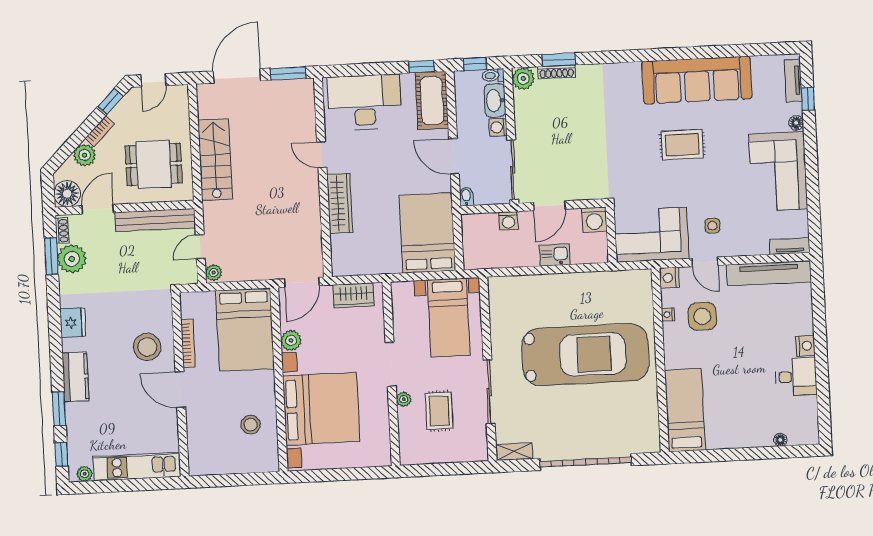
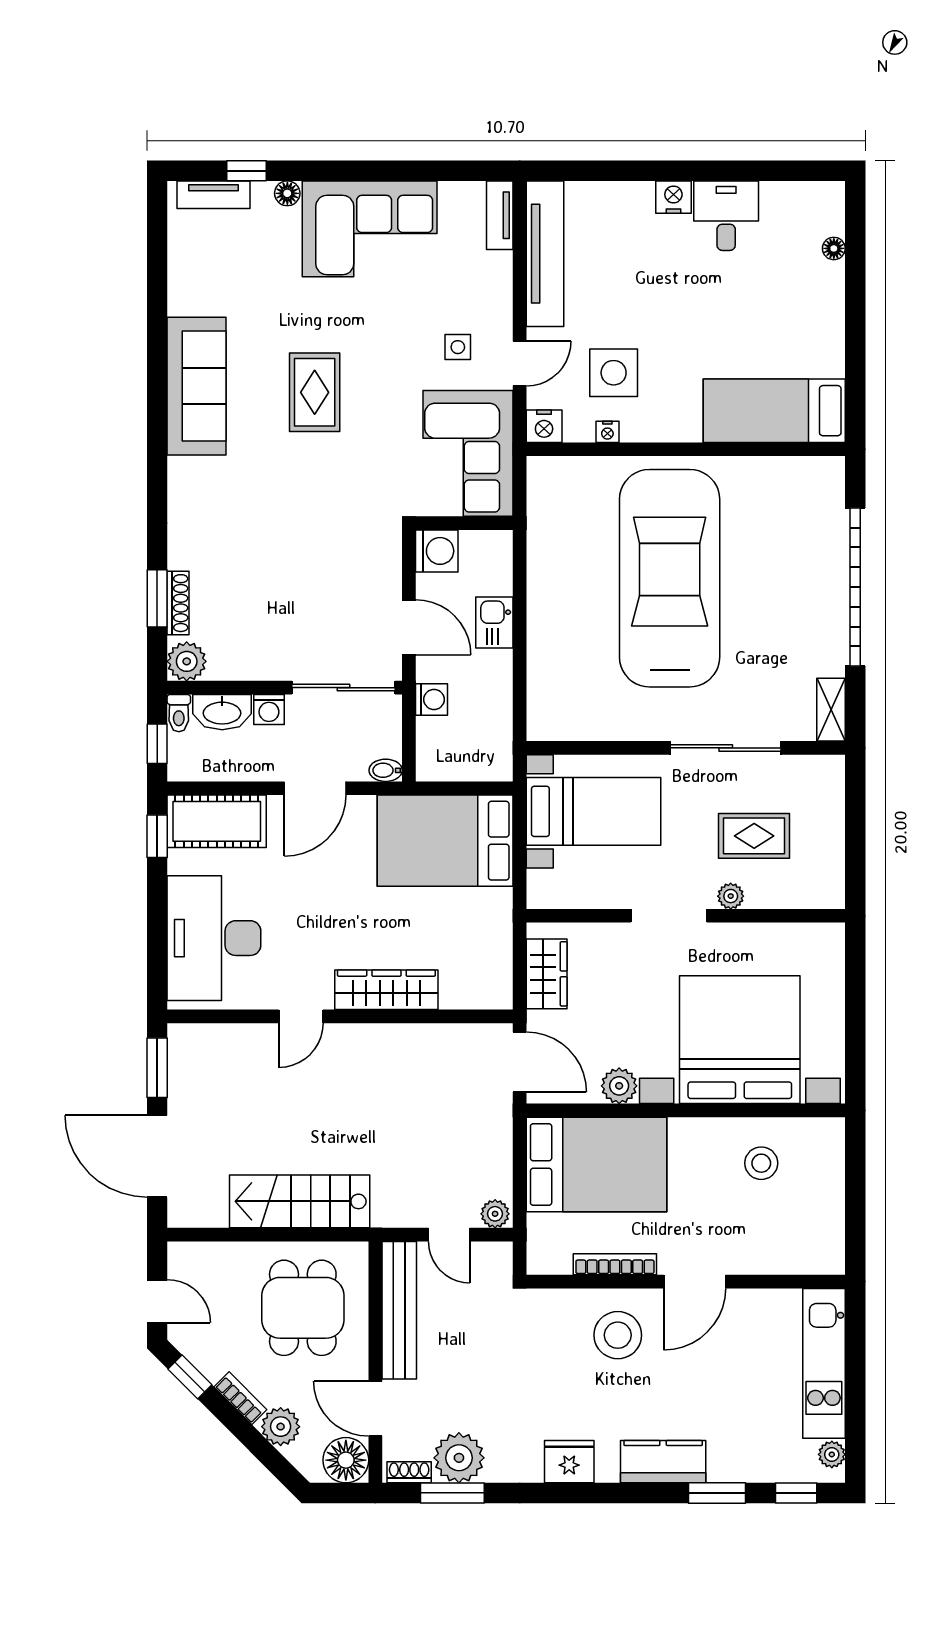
sofa: (697, 80) -> (197, 386), width x0.74, depth x0.79

